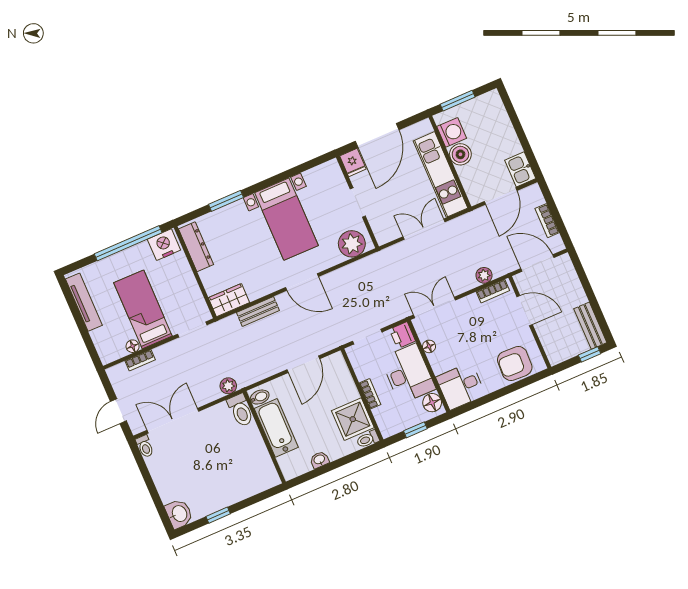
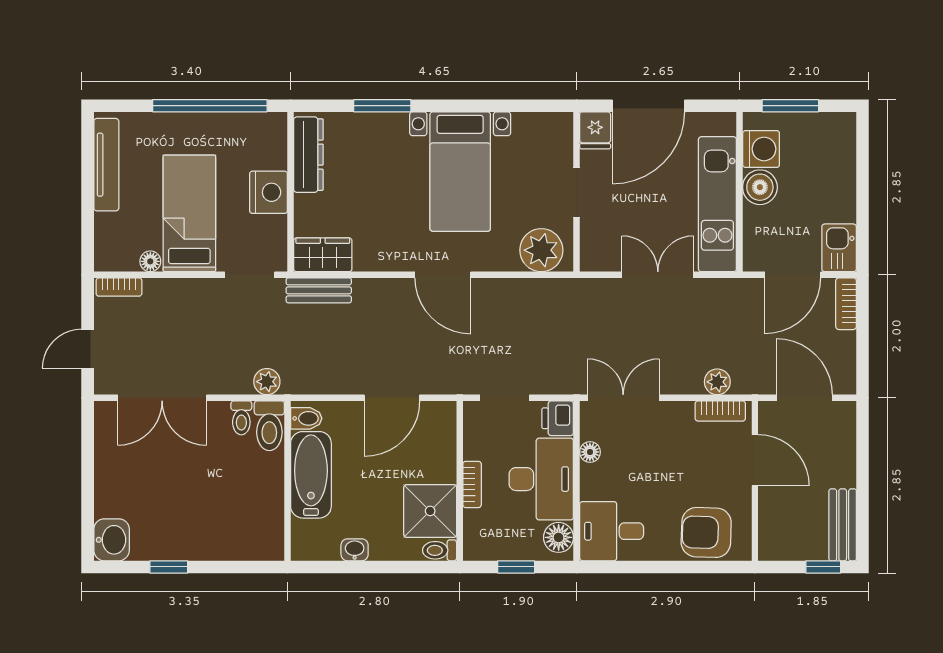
bookcase: (547, 221) -> (846, 304), moved
nightstand: (164, 245) -> (268, 192), moved, turned 90
bench: (258, 312) -> (319, 290), moved
bookcase: (140, 360) -> (119, 287), moved
double door: (173, 421) -> (162, 398), swing flipped
toilet: (145, 446) -> (241, 418), moved

